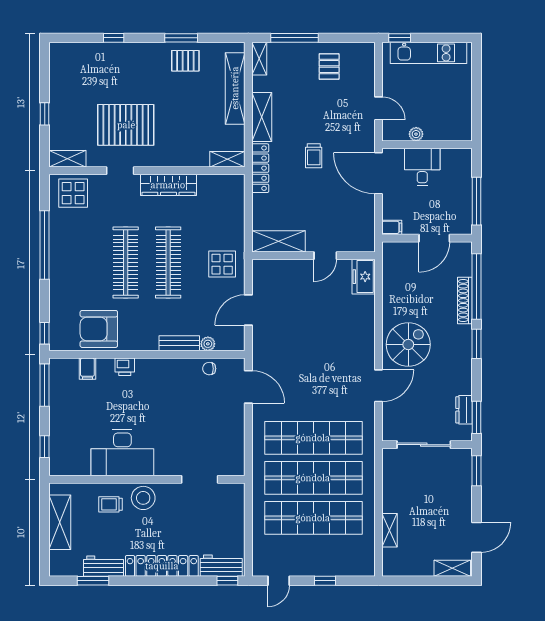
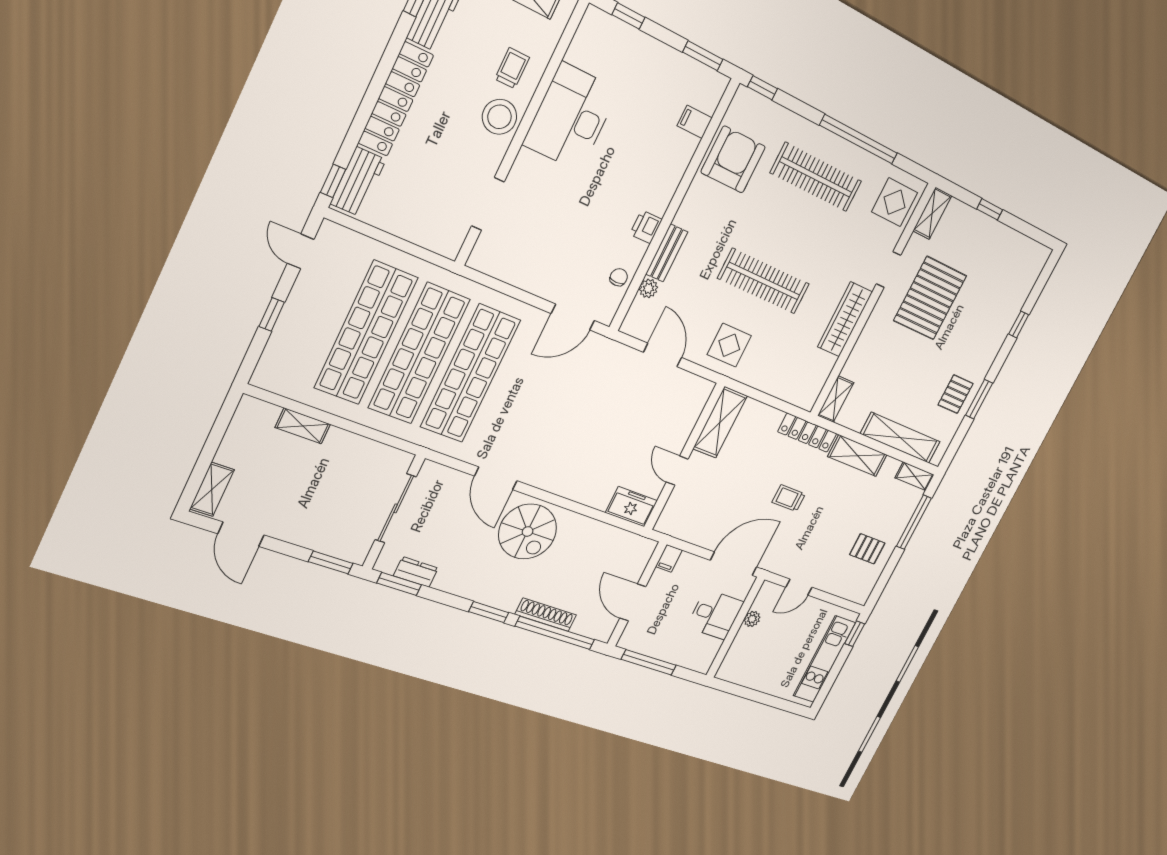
clothes rail: (126, 263) -> (816, 177), moved
printer: (125, 367) -> (646, 227), moved
window: (45, 385) -> (703, 56), width x0.69

